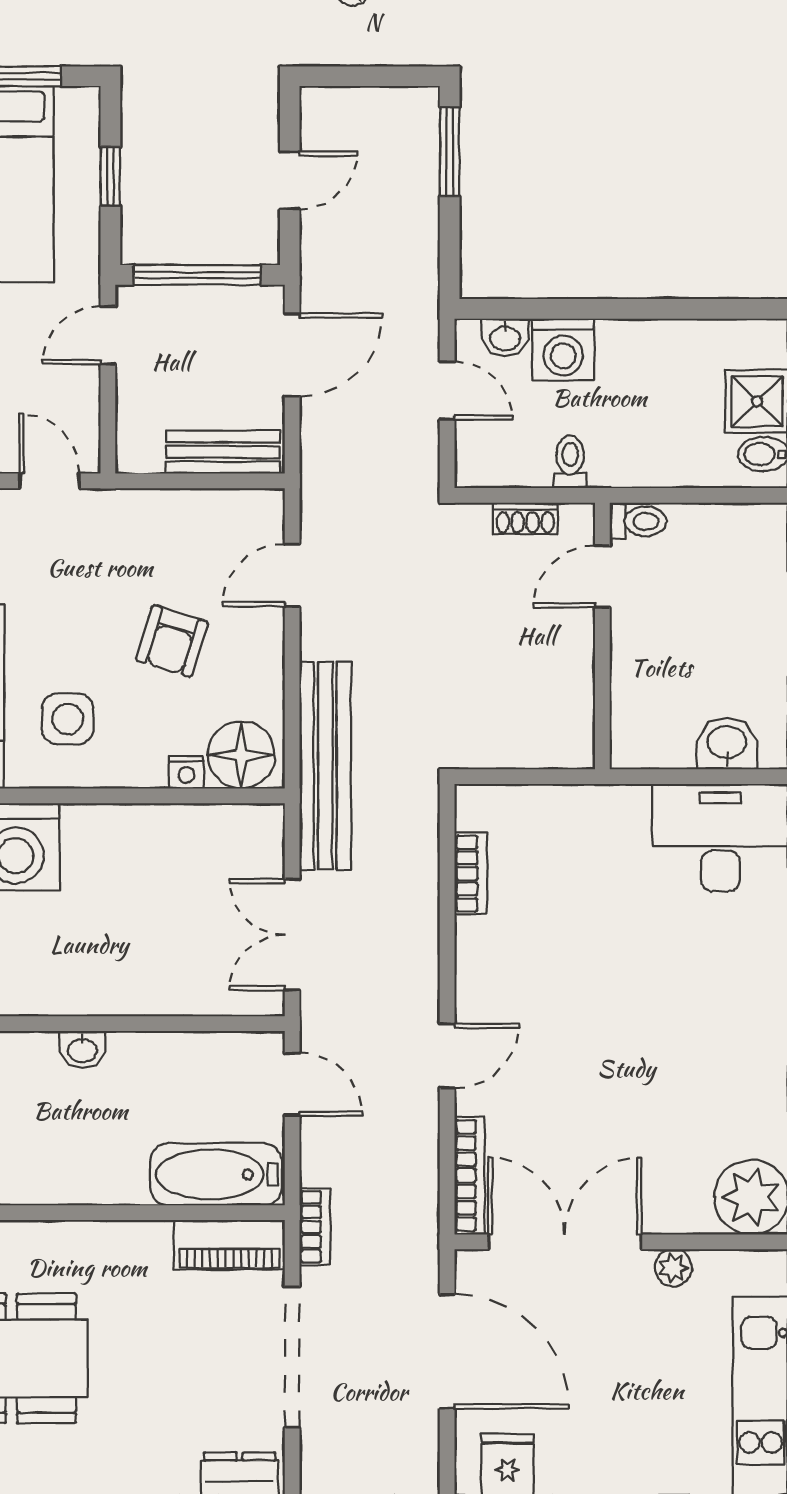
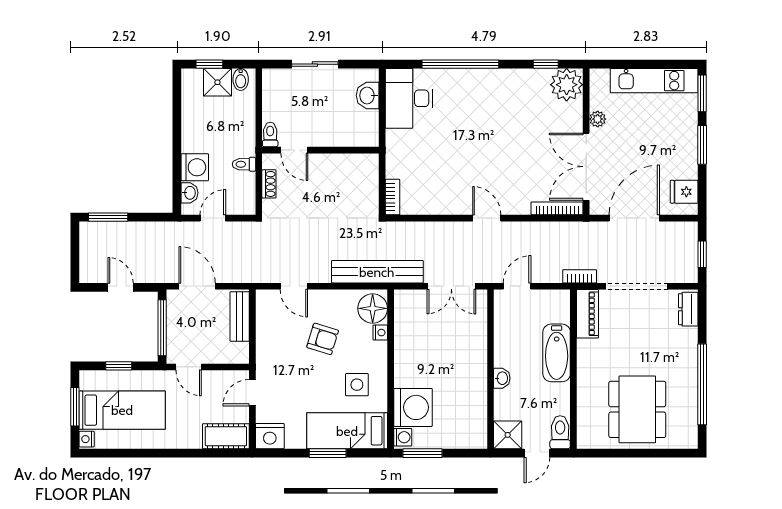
bookcase: (471, 873) -> (392, 197), moved, turned 90
door: (447, 1056) -> (487, 218), moved
bathtub: (216, 1174) -> (557, 353), moved

